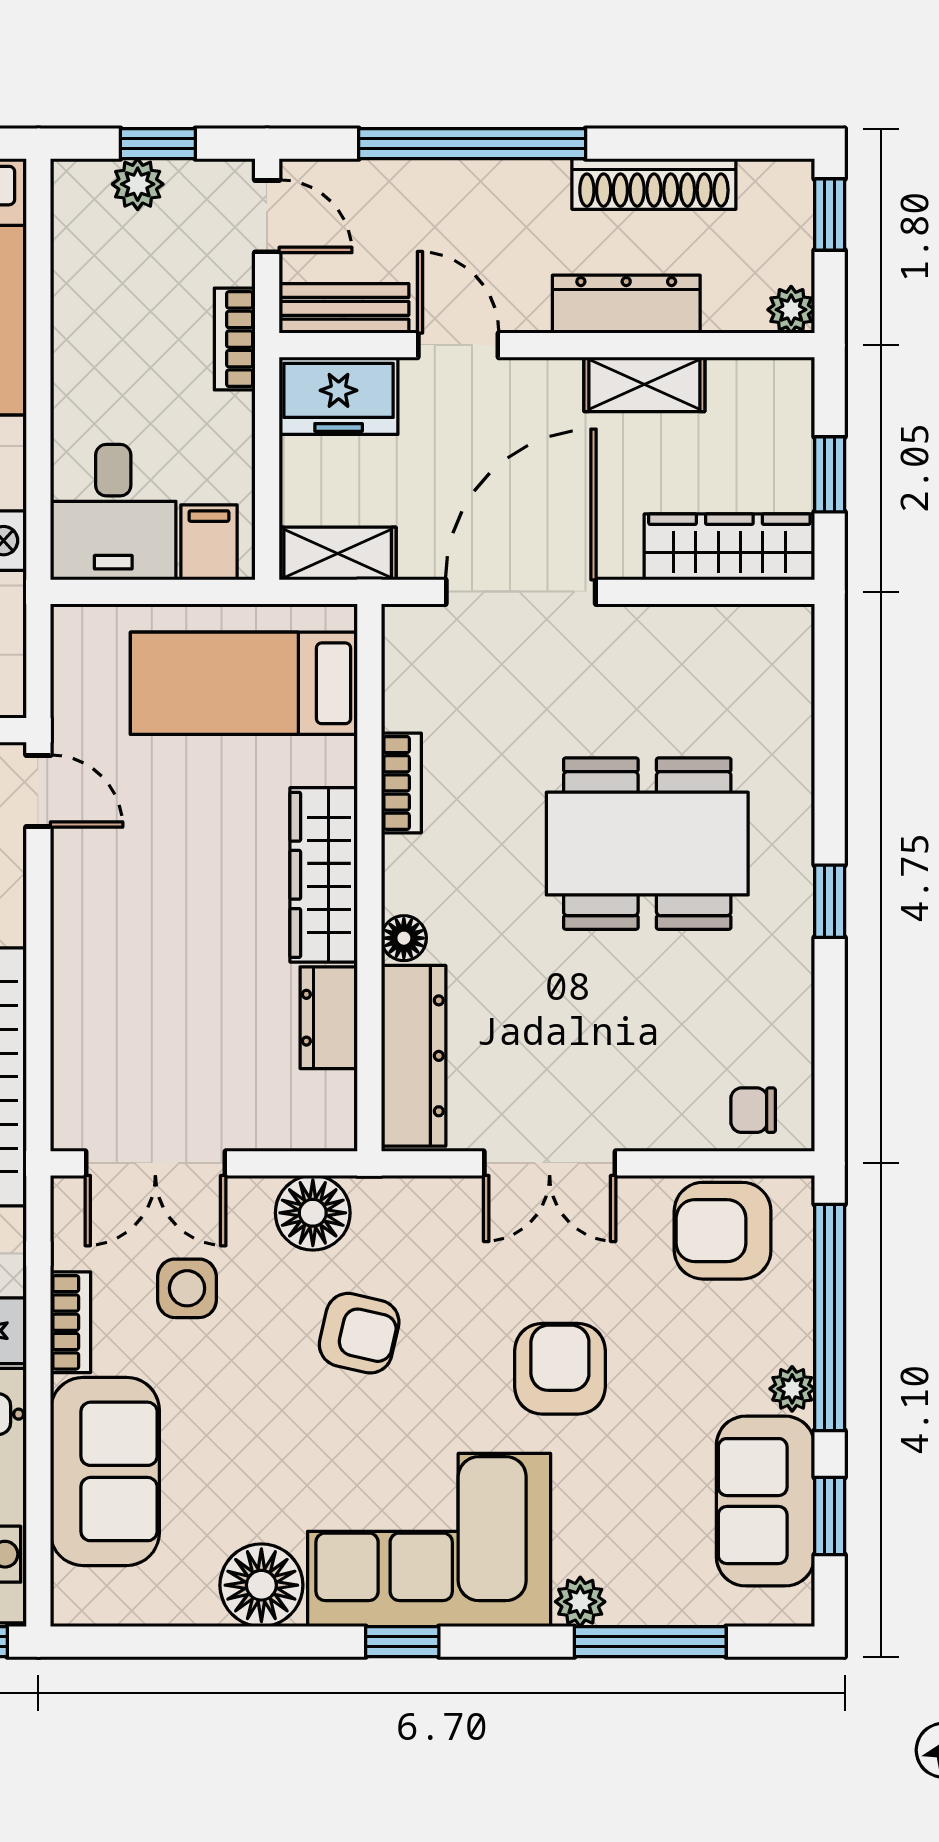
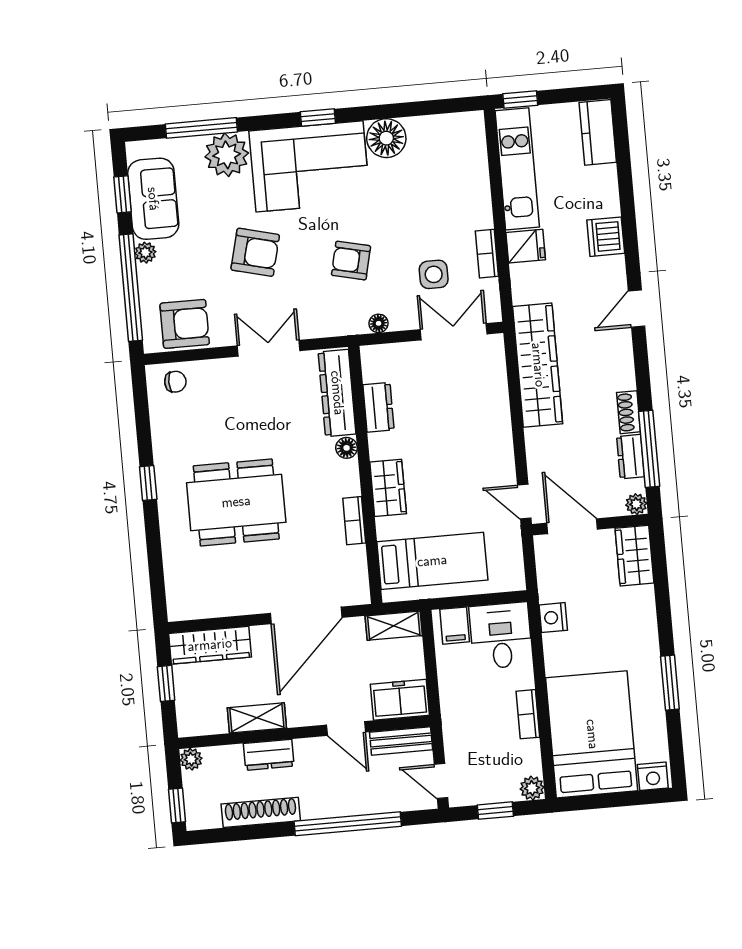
plant: (138, 184) -> (532, 788), moved
dresser: (626, 304) -> (269, 755), width x0.70
bookcase: (235, 339) -> (528, 714), moved, turned 180
wardrobe: (324, 875) -> (388, 488), width x0.67
floor lamp: (313, 1213) -> (379, 323), width x0.53, depth x0.53
armchair: (560, 1369) -> (255, 252), turned -76
sofa: (105, 1471) -> (465, 185), removed
plant: (580, 1602) -> (227, 155), width x1.88, depth x1.88

